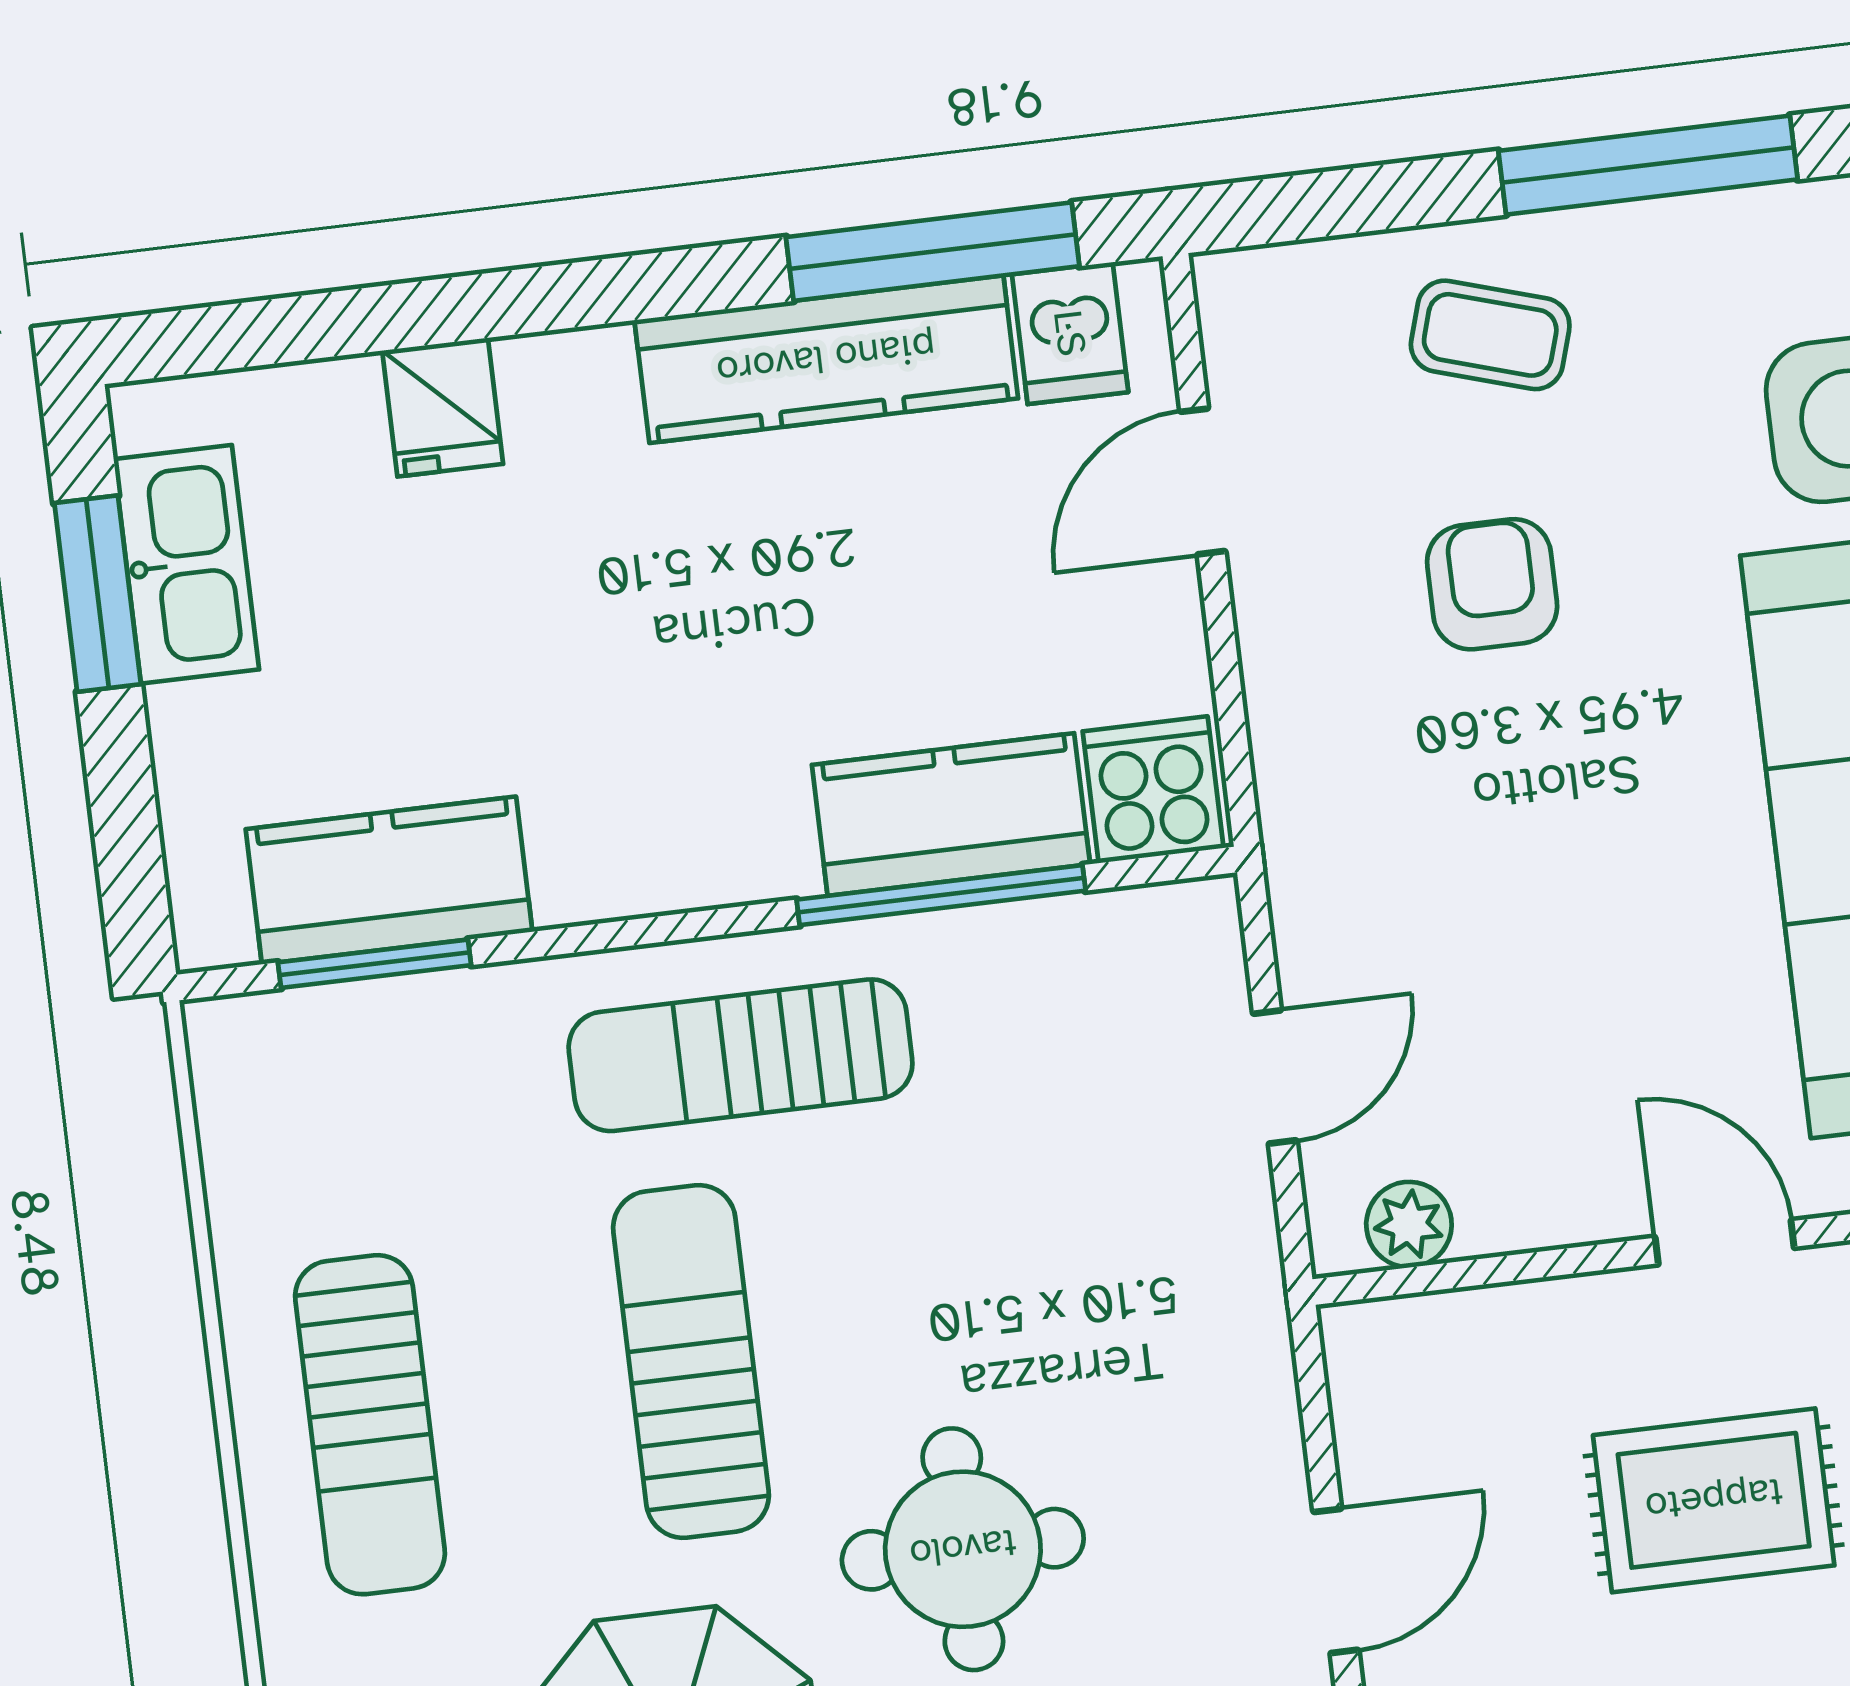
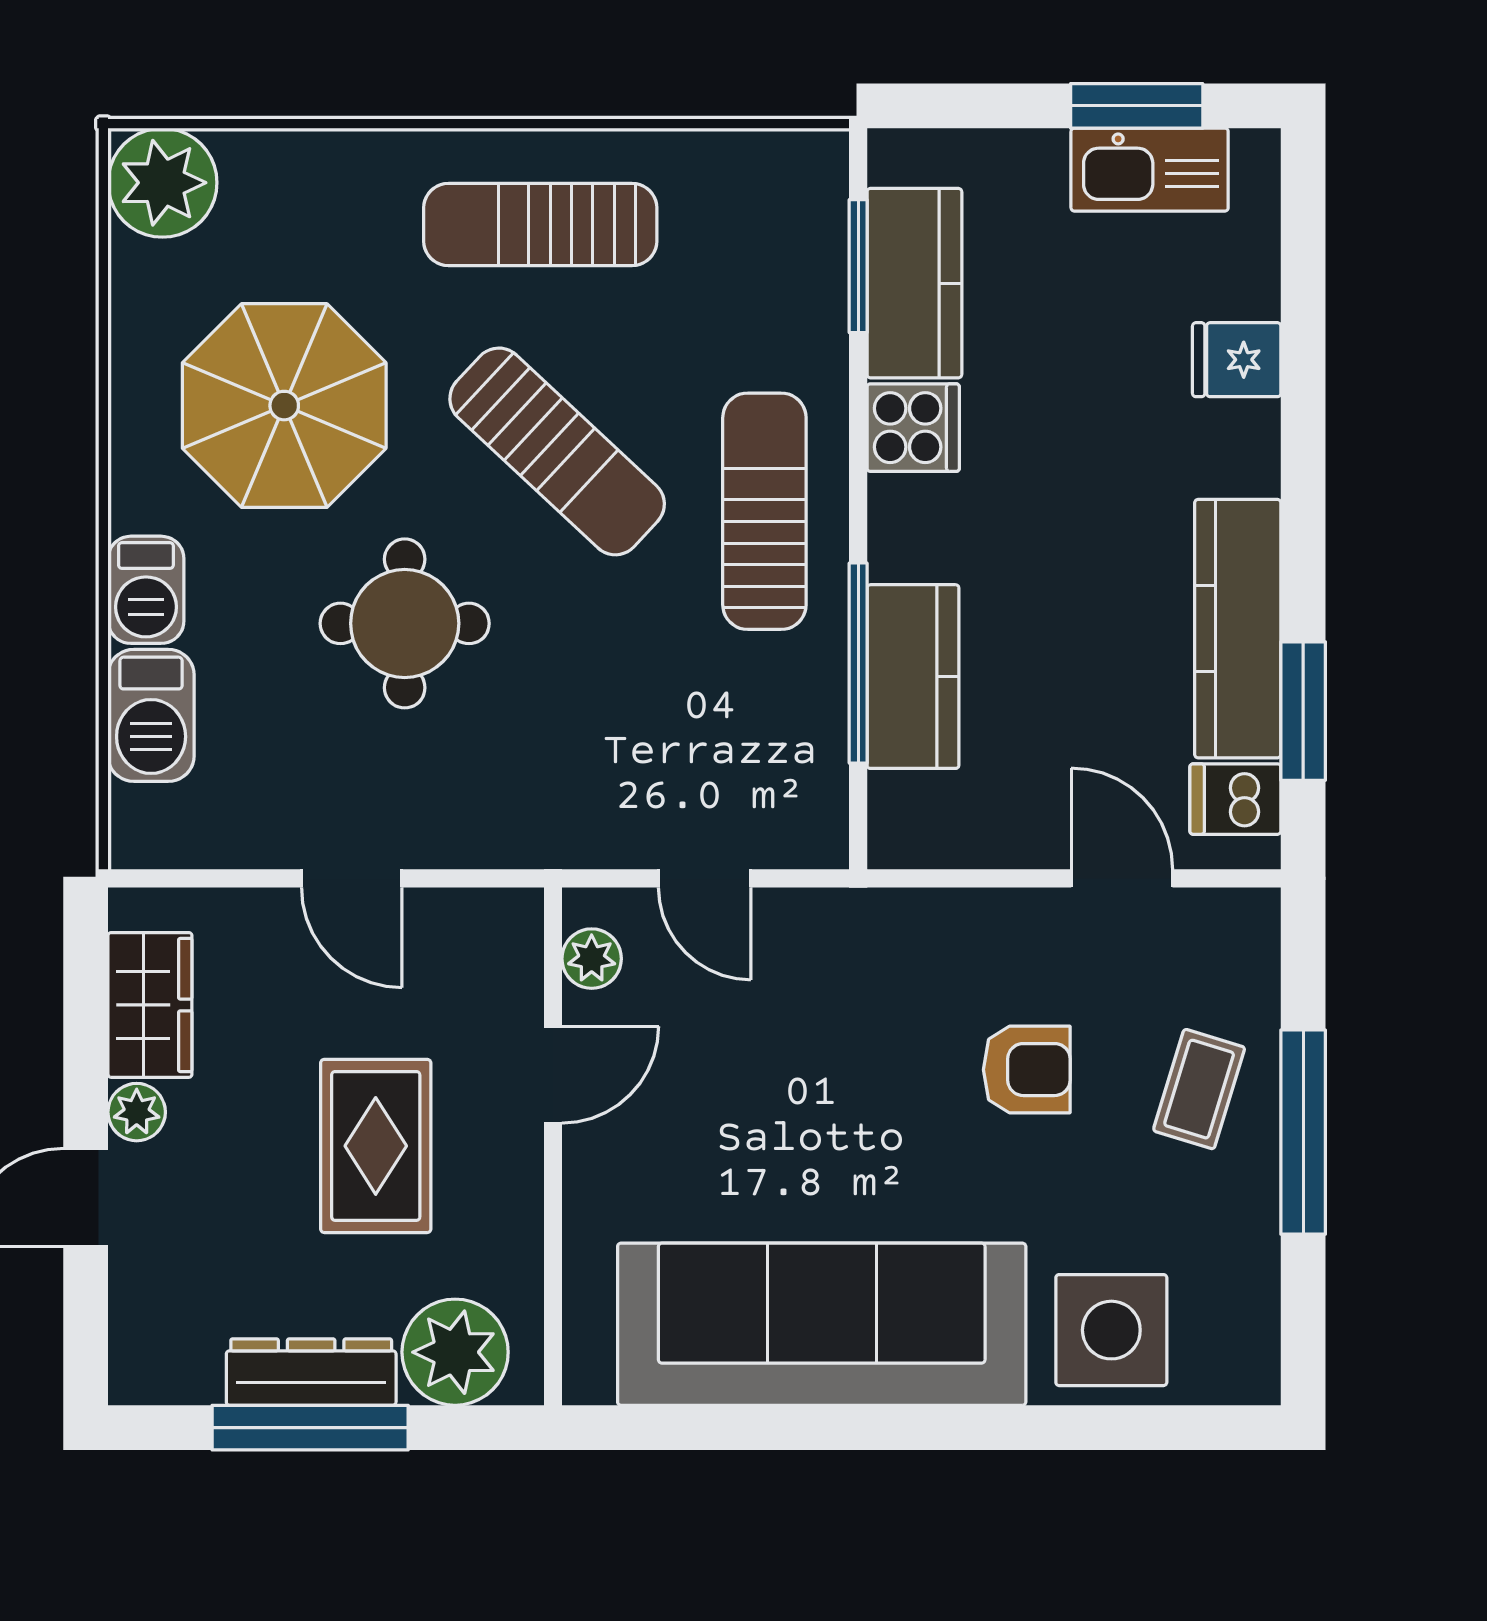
window: (1648, 165) -> (1303, 1132), moved
window: (933, 252) -> (1303, 711), width x0.69
cooker: (1153, 790) -> (913, 428), moved
door: (1725, 1242) -> (553, 1075), moved
sun lounger: (691, 1361) -> (557, 451), turned 43

